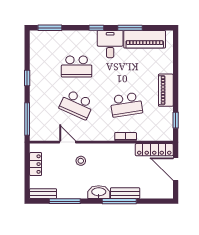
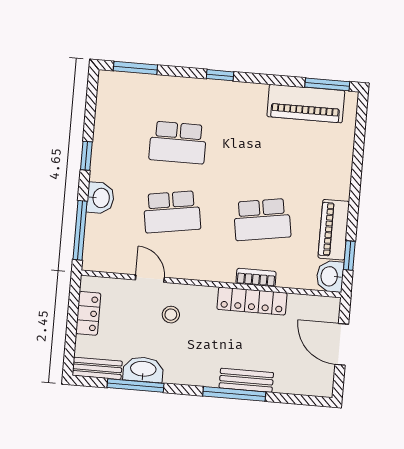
window: (130, 28) -> (327, 84), moved
desk: (110, 44) -> (242, 107), removed
piano: (166, 90) -> (334, 230), moved
washbasin: (37, 100) -> (100, 198), added
school desk: (77, 105) -> (172, 212), turned -33
washbasin: (166, 132) -> (330, 276), added
locker: (154, 150) -> (252, 301), moved
washbasin: (99, 192) -> (143, 369), moved

